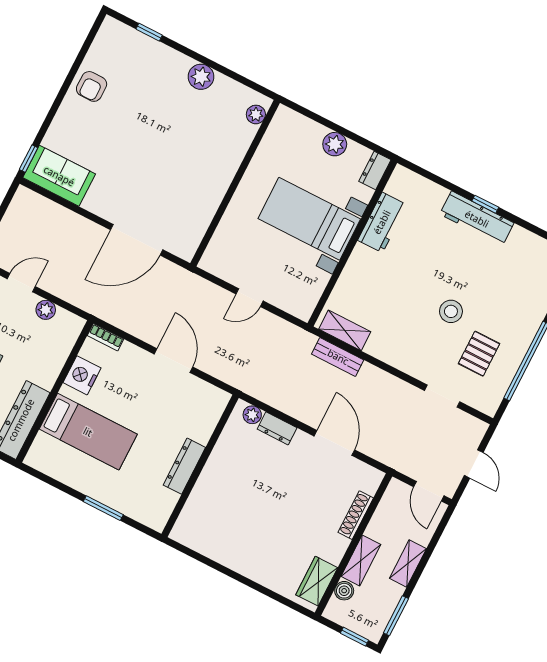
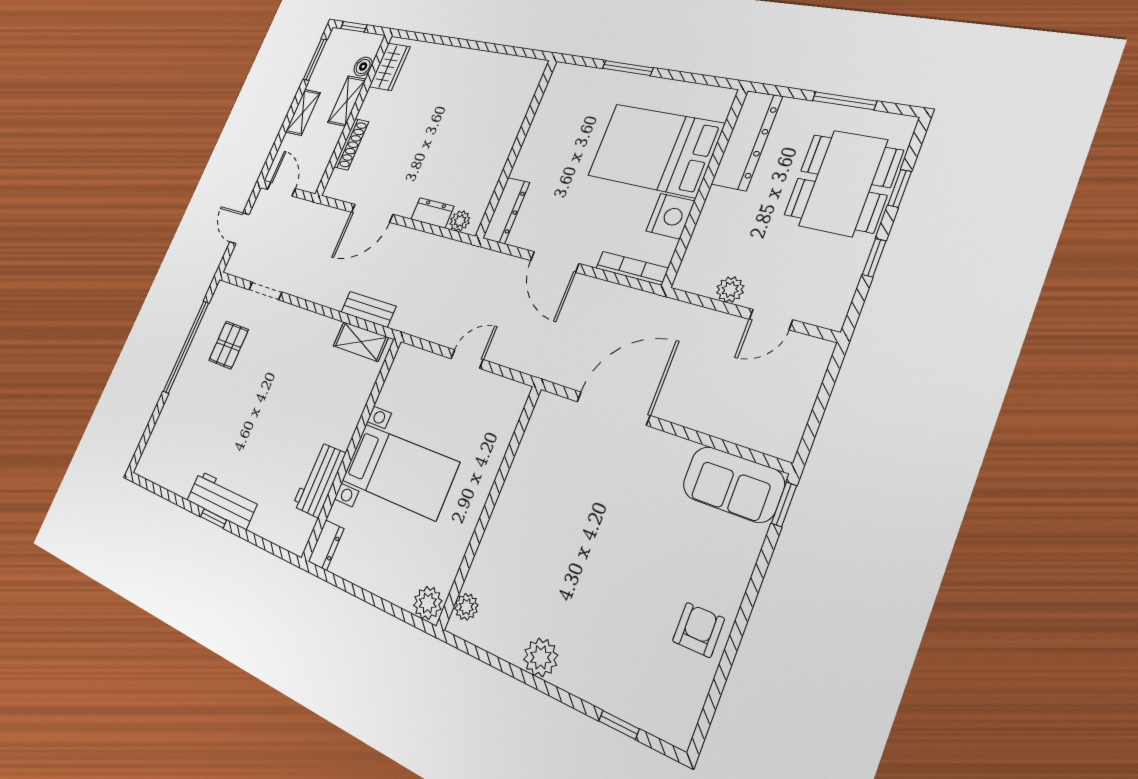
plant: (335, 144) -> (428, 603), moved
stool: (451, 311) -> (253, 386), removed
bookcase: (105, 337) -> (632, 268), width x1.56
bed: (88, 432) -> (655, 150), width x1.50
door: (334, 443) -> (372, 213), hinge flipped
dresser: (184, 466) -> (506, 210), moved

